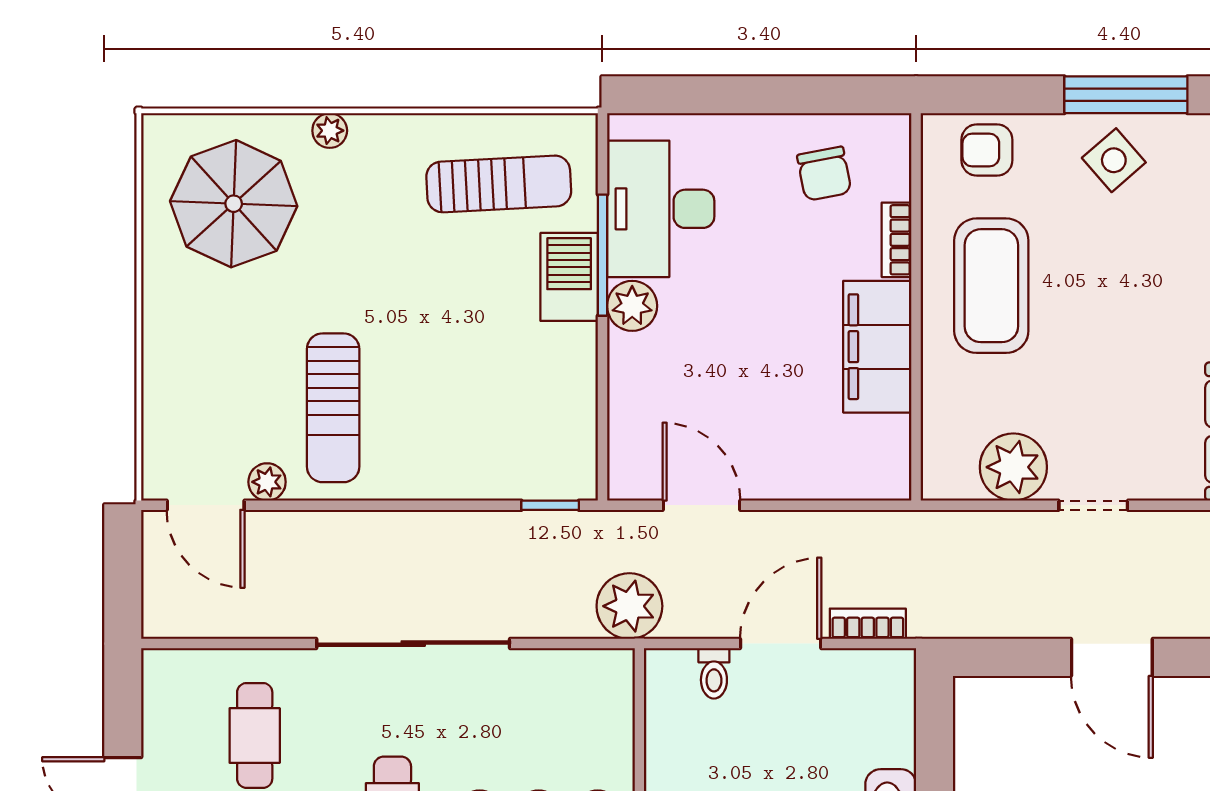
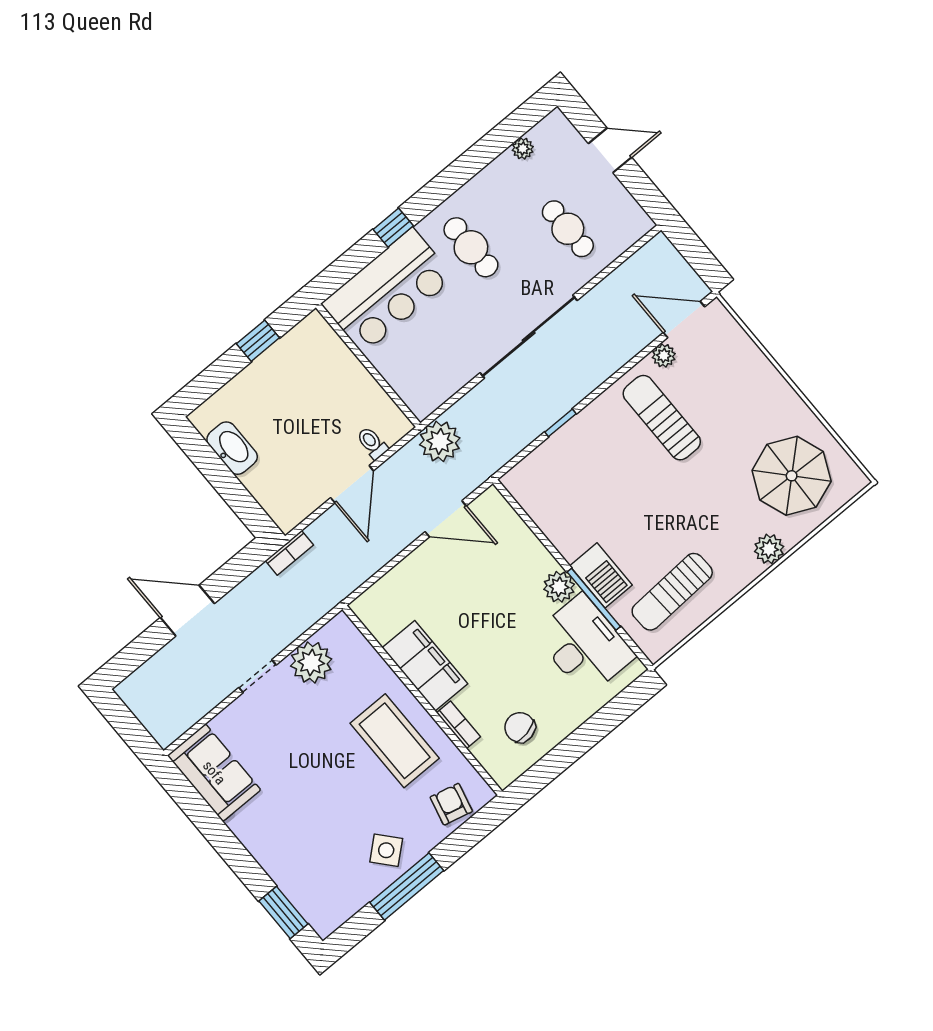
plant: (330, 131) -> (769, 549), width x1.38, depth x1.38
armchair: (987, 150) -> (451, 804), turned -76
window: (550, 505) -> (560, 423), moved
bookcase: (868, 624) -> (289, 553), moved

